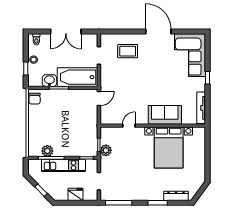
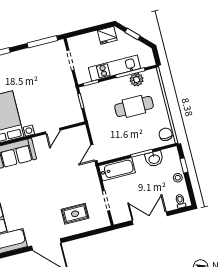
bathtub: (77, 77) -> (117, 169), width x0.73, depth x0.73
cafe table: (55, 129) -> (134, 106), added
plant: (106, 150) -> (71, 97), removed
fridge: (76, 194) -> (107, 35), moved

